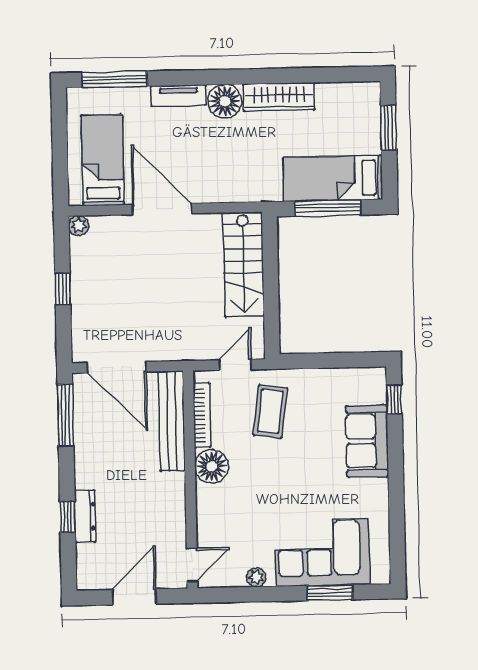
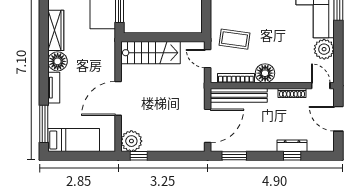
bed: (103, 160) -> (74, 140), moved, turned 180
plant: (79, 226) -> (131, 141), width x1.87, depth x1.87
window: (63, 289) -> (139, 156), moved
window: (65, 415) -> (234, 156), width x0.69
shoe rack: (178, 514) -> (292, 93), added
plant: (256, 577) -> (324, 49), width x1.87, depth x1.87

